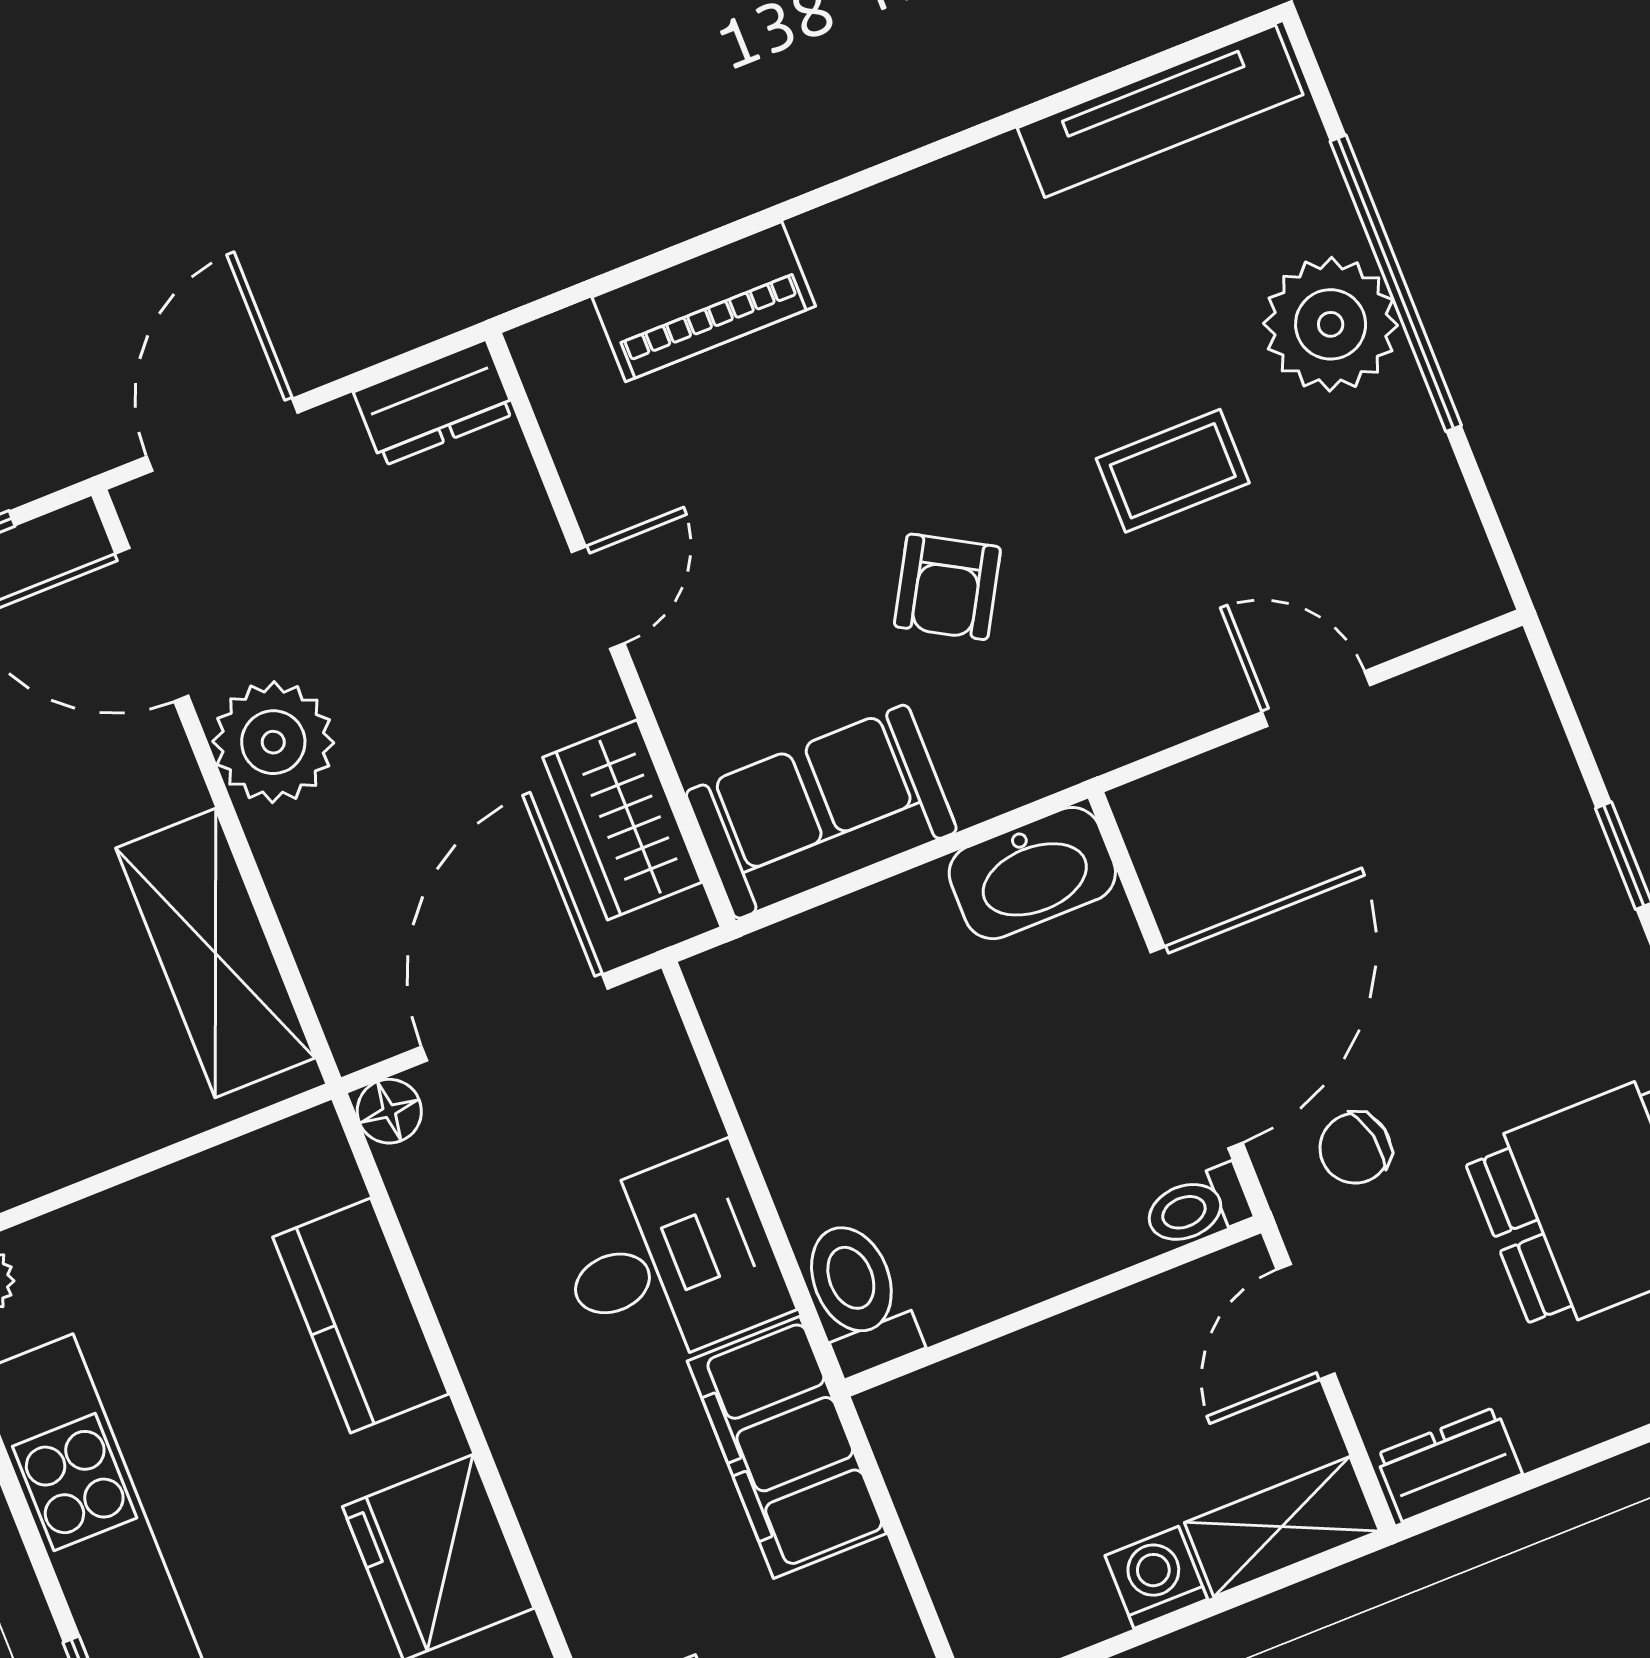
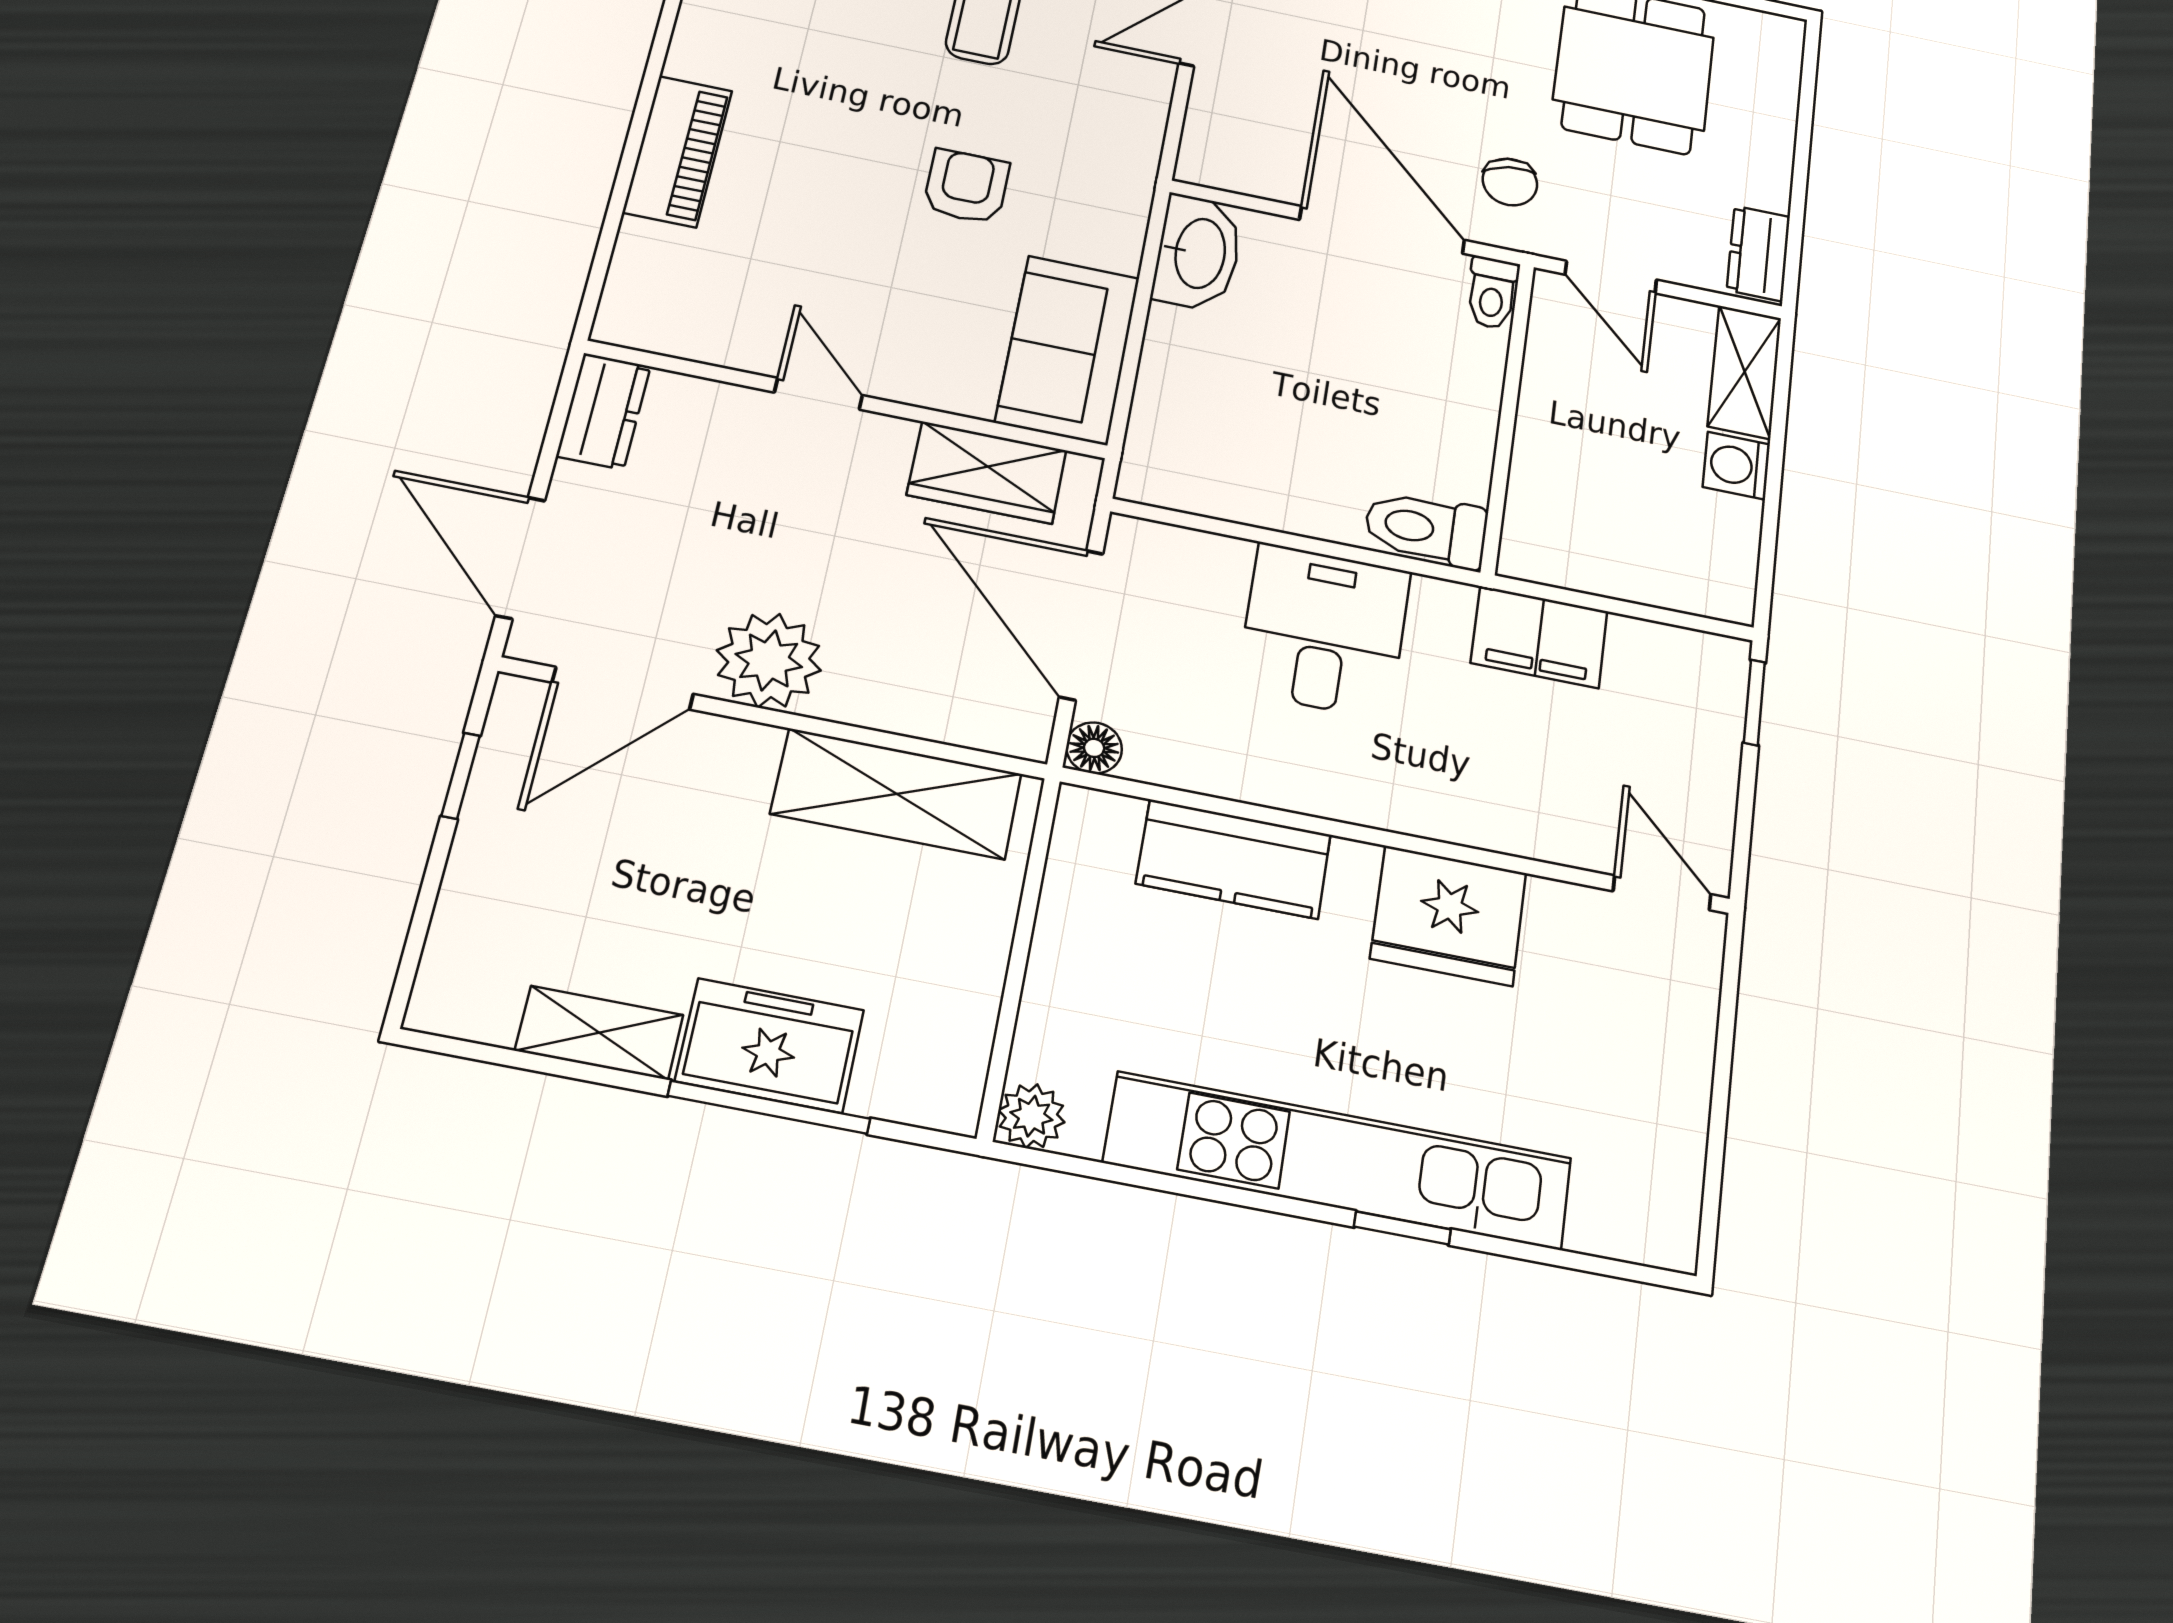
piano: (704, 302) -> (678, 151), moved
armchair: (947, 587) -> (966, 187), turned -120
filing cabinet: (787, 1447) -> (1539, 637), width x0.67, depth x0.86

